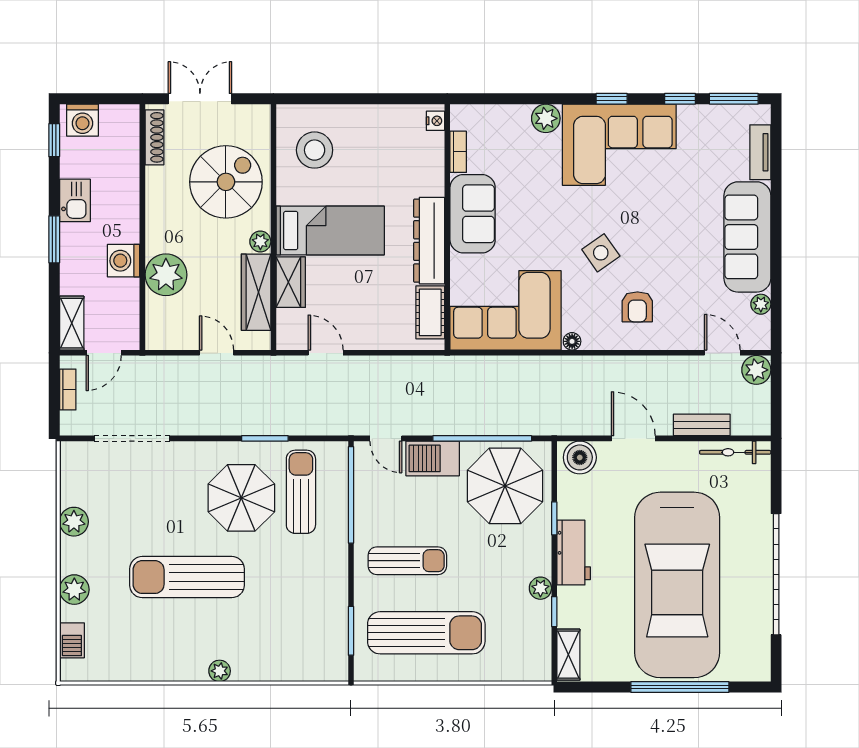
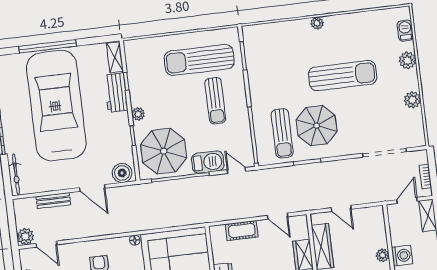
plant: (166, 275) -> (383, 255), width x0.53, depth x0.53
cot: (430, 312) -> (242, 231), moved, turned 90
bicycle: (735, 452) -> (16, 174), moved, turned 90
workbench: (574, 553) -> (116, 93), moved
sun lounger: (407, 561) -> (215, 101), turned -90
plant: (540, 588) -> (138, 114), moved

